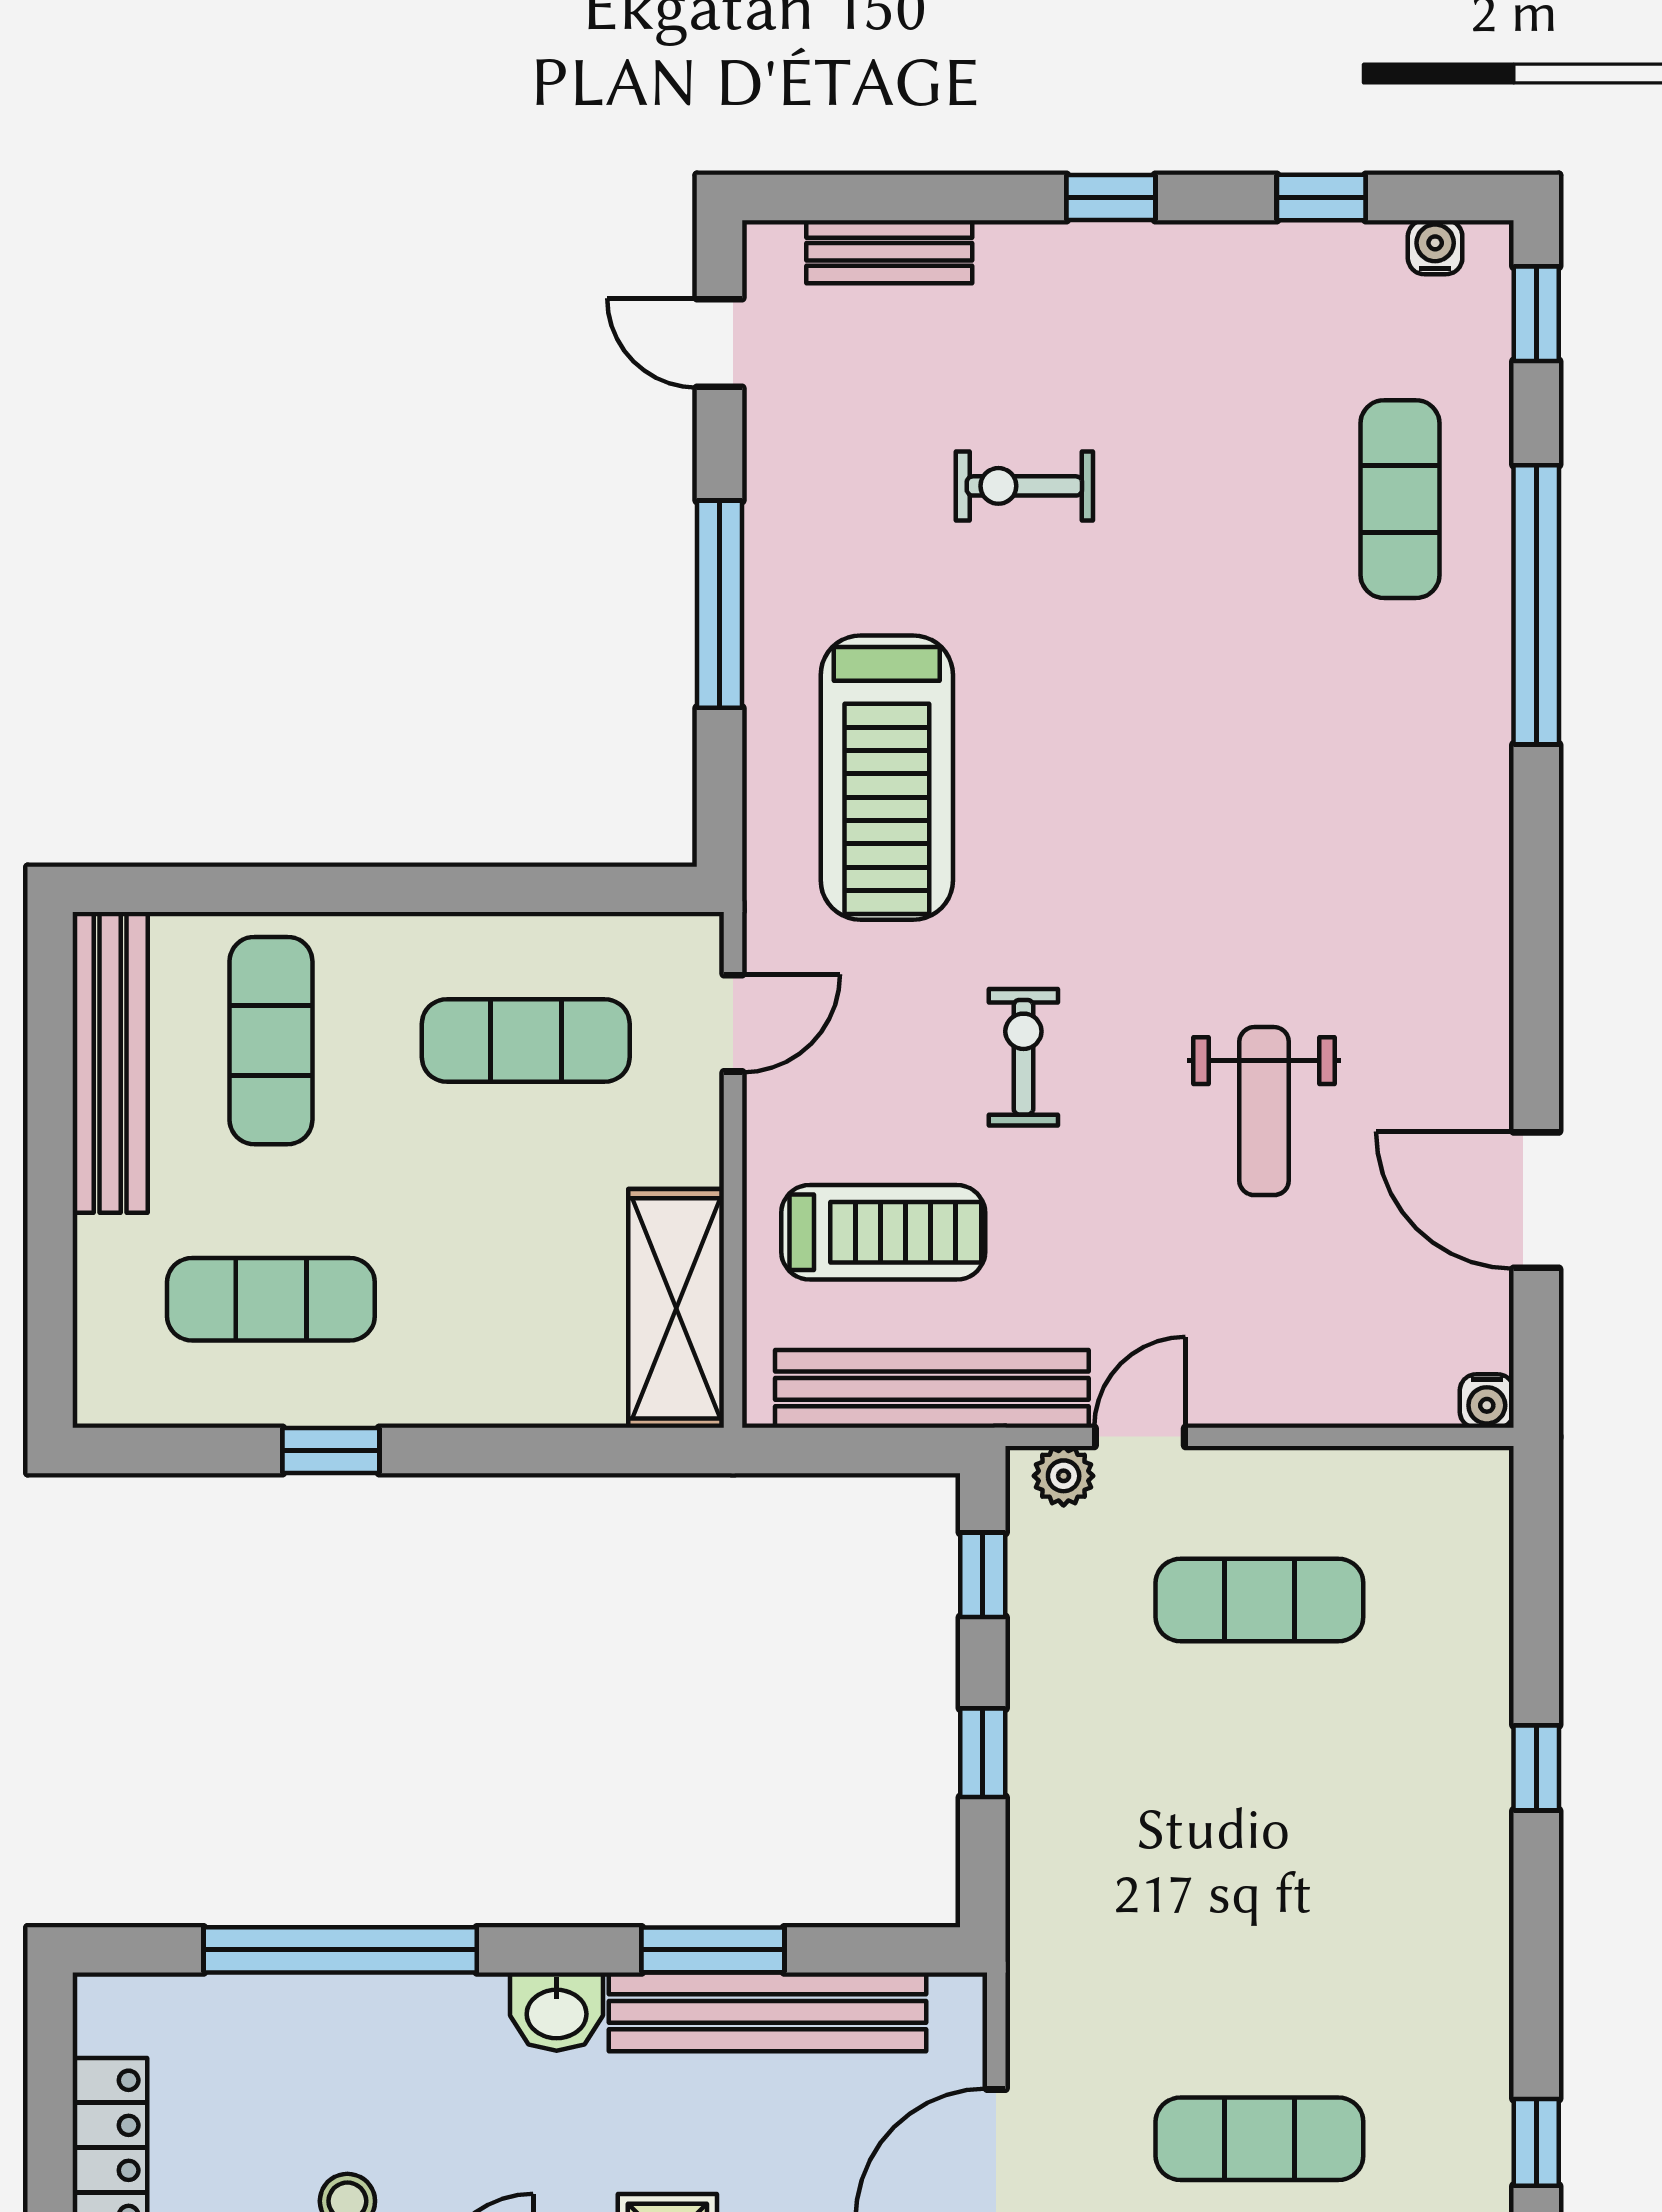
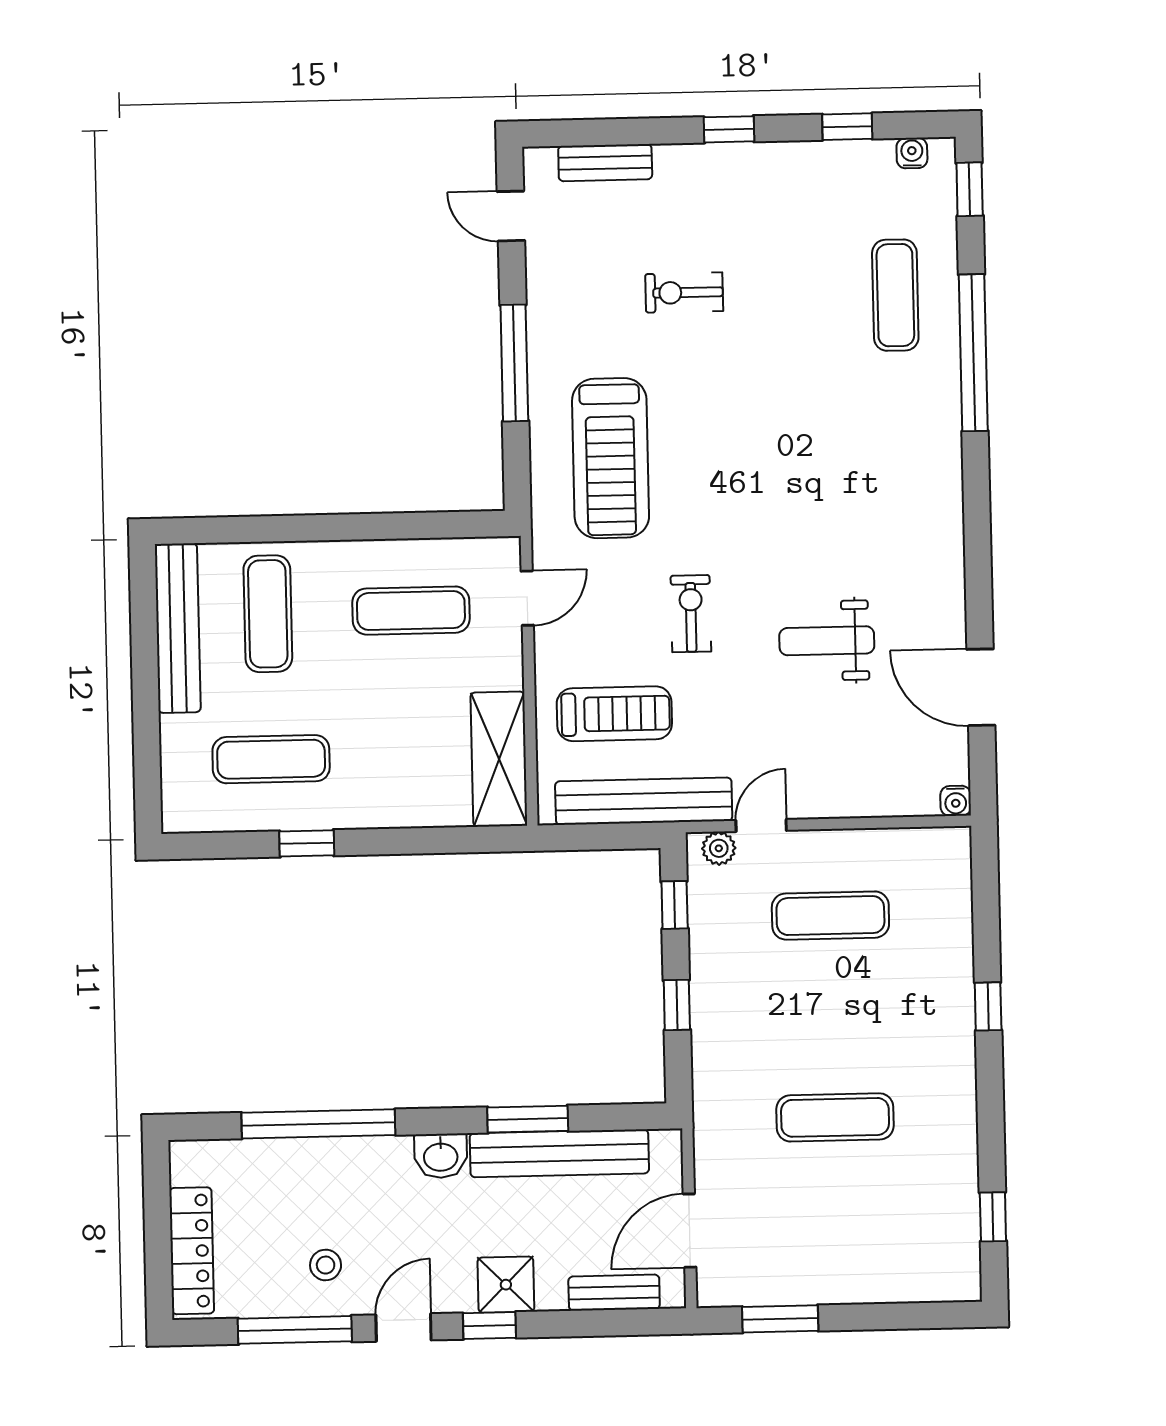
weight bench: (1264, 1111) -> (827, 641), turned 90
exercise mat: (1259, 2139) -> (835, 1117), moved

